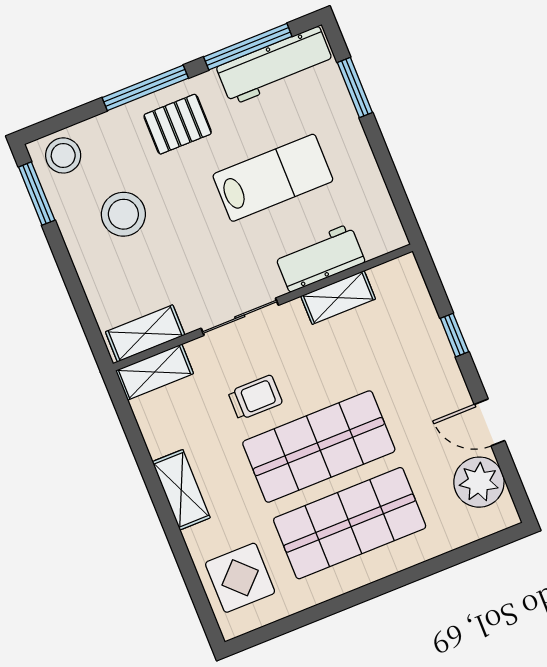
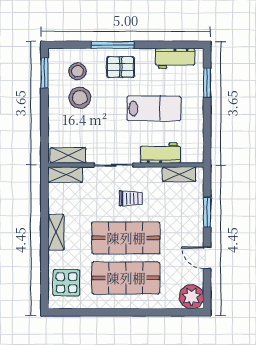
window: (248, 47) -> (166, 45), removed
workbench: (275, 66) -> (175, 58), width x0.73
stool: (63, 155) -> (77, 71), moved
shelving: (338, 298) -> (179, 174), moved
window: (454, 335) -> (207, 212), width x1.50
trolley: (255, 397) -> (131, 198), moved
plant: (479, 482) -> (192, 297), moved

